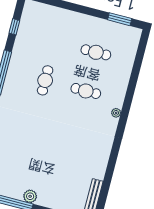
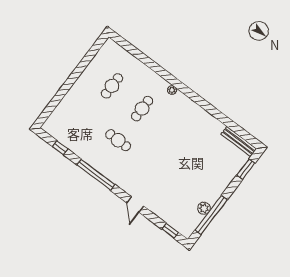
window: (120, 19) -> (92, 53), removed
plant: (30, 196) -> (204, 208), moved

